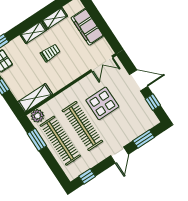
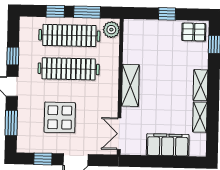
trolley: (50, 53) -> (167, 88), removed
shelving: (35, 98) -> (130, 85), moved
display table: (102, 103) -> (60, 117), moved
window: (51, 161) -> (55, 11), added
window: (87, 176) -> (13, 56), moved

